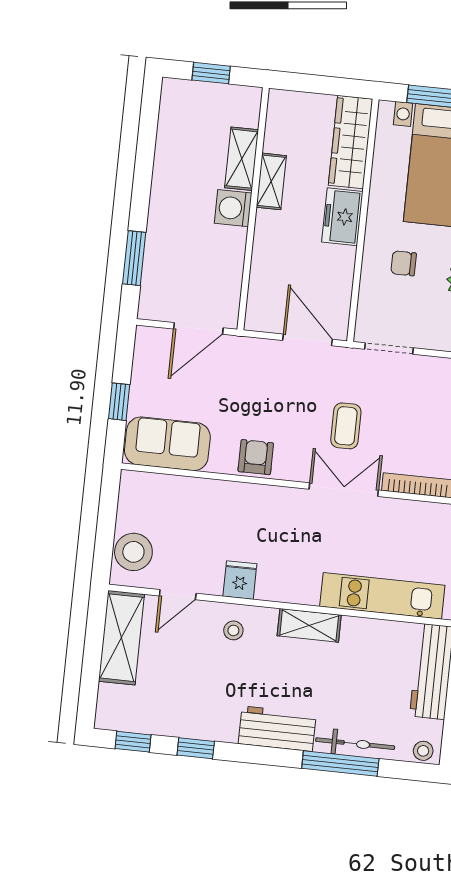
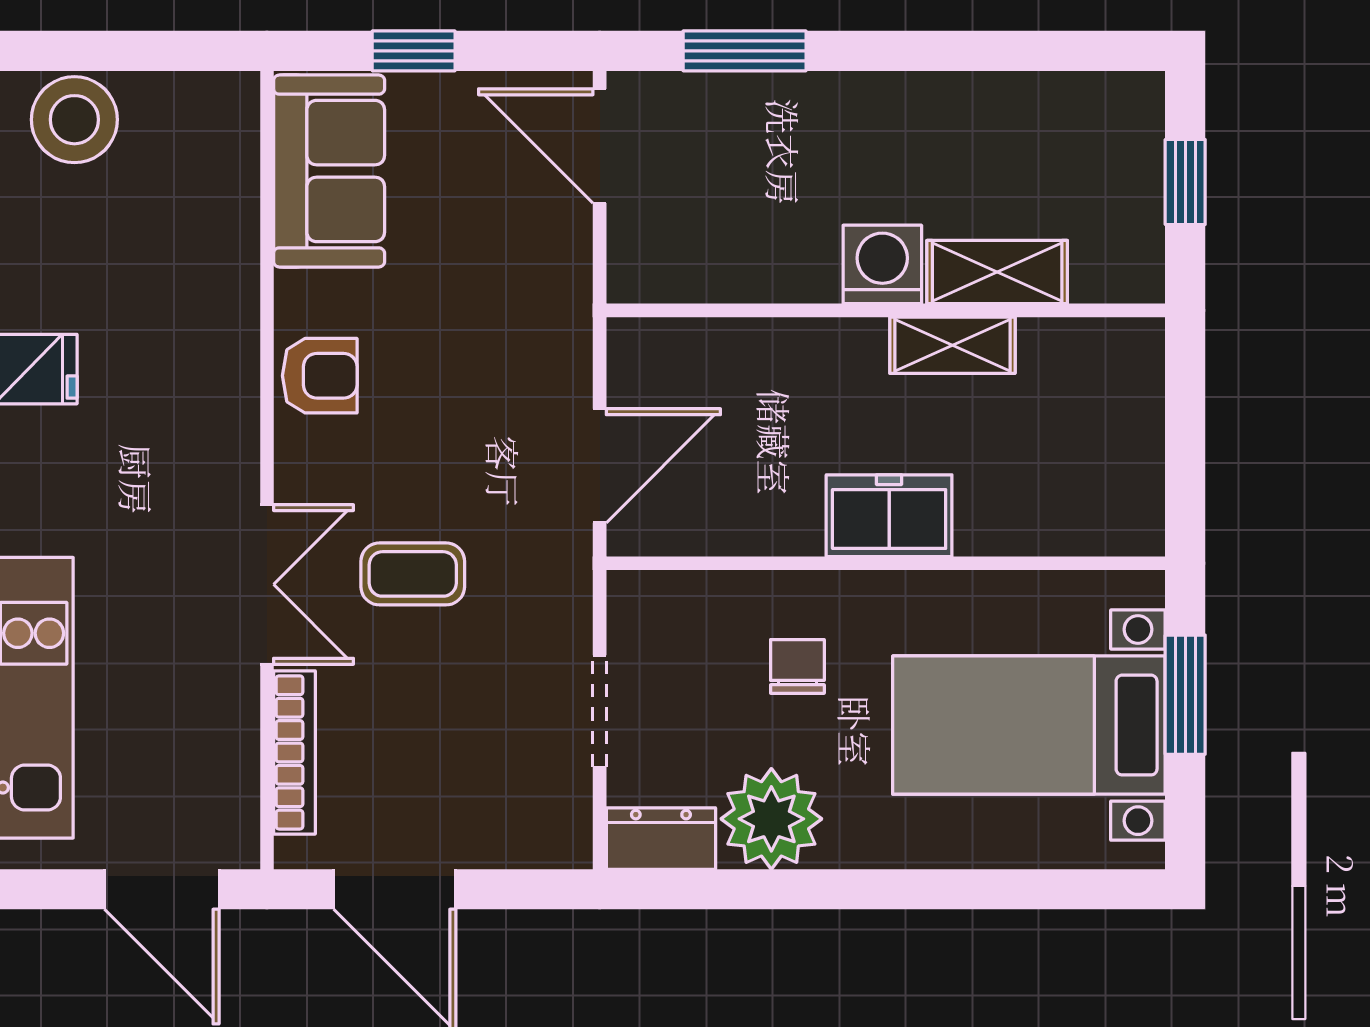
wardrobe: (350, 142) -> (1061, 516), removed
door: (198, 328) -> (600, 146), moved
doorway: (389, 348) -> (600, 711), moved

